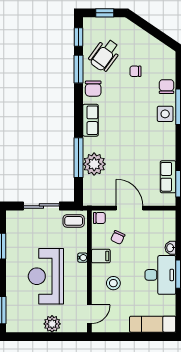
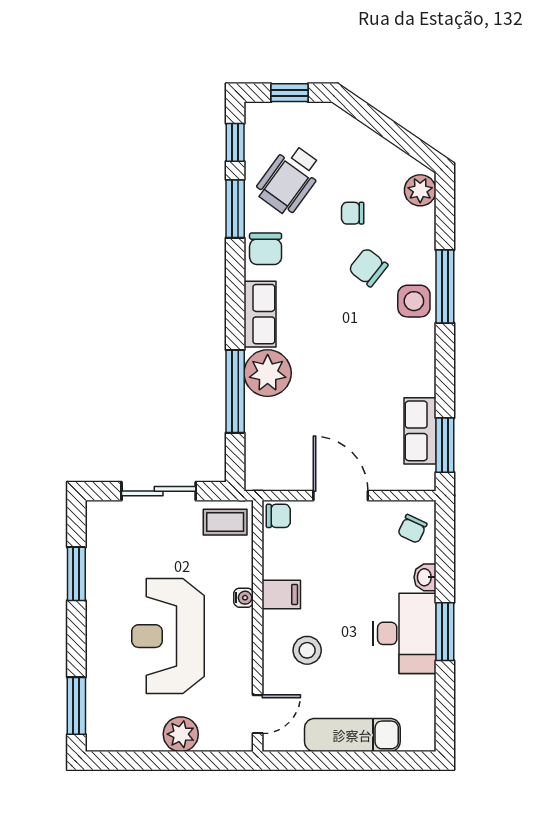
plant: (168, 60) -> (420, 190), added
chair: (167, 87) -> (368, 267), moved, turned -52
plant: (94, 164) -> (268, 373), moved
chair: (118, 237) -> (412, 529), moved
exam couch: (153, 324) -> (352, 735), moved

